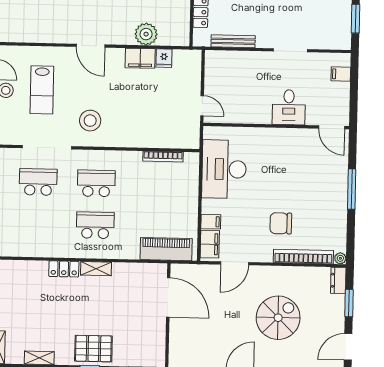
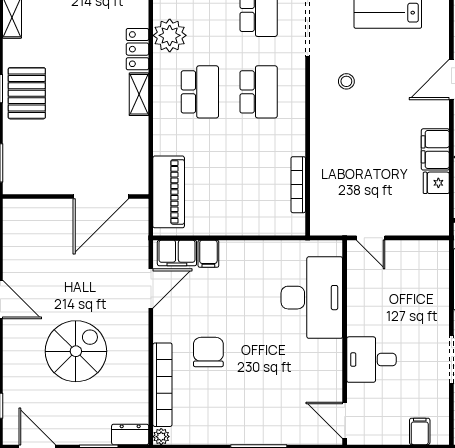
door: (202, 106) -> (371, 238), hinge flipped
stool: (90, 121) -> (346, 81), width x0.53, depth x0.53
door: (332, 127) -> (345, 420), hinge flipped
desk: (224, 169) -> (312, 298), moved, turned 90
plant: (55, 246) -> (170, 35), added
door: (235, 263) -> (151, 288), swing flipped
spiral stairs: (278, 318) -> (76, 351), turned -90

